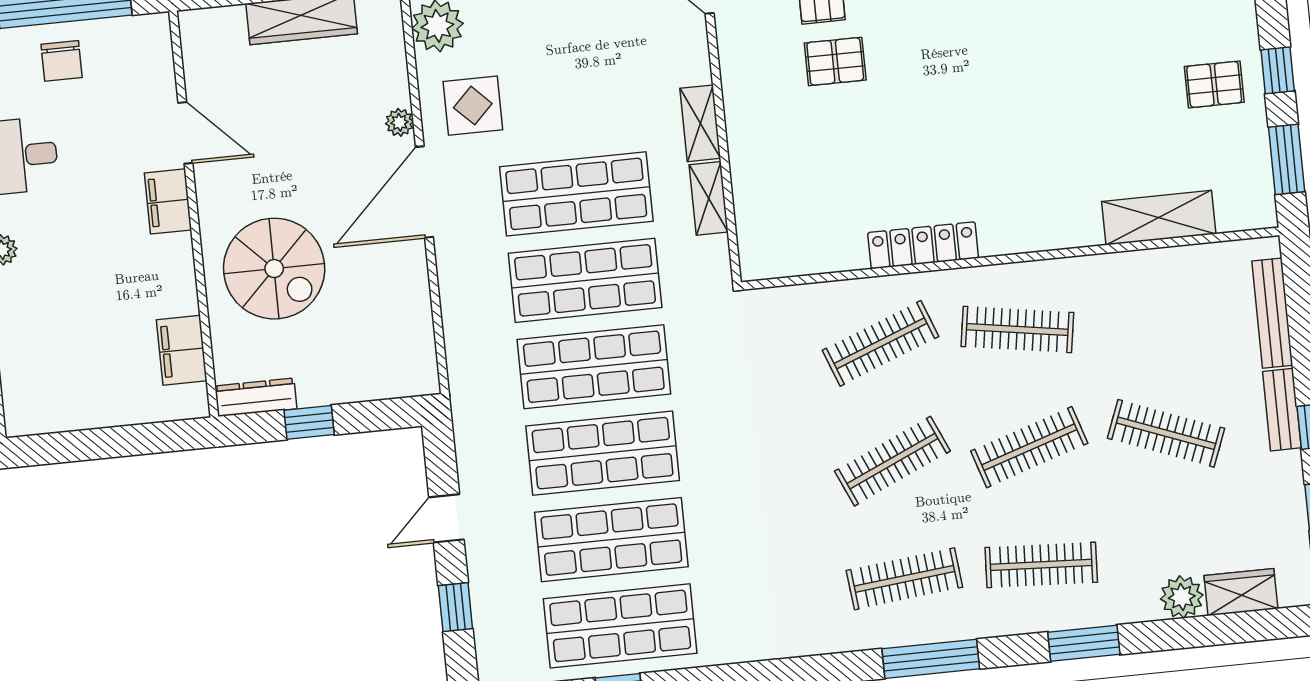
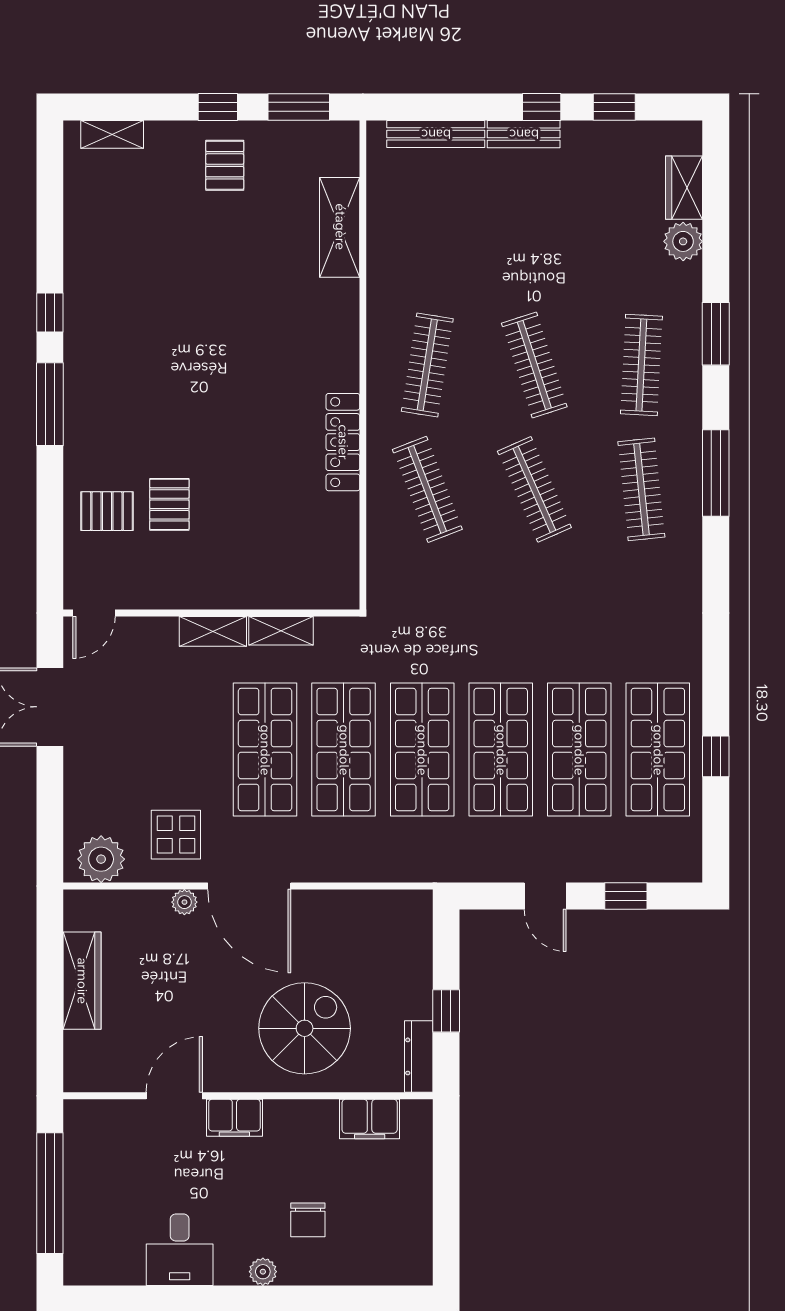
chair: (62, 61) -> (308, 1220), moved, turned 90
clothes rail: (1166, 433) -> (534, 241), removed

